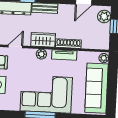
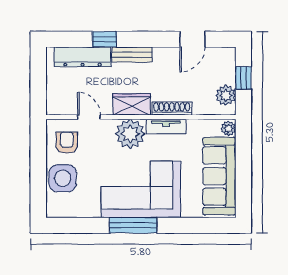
plant: (104, 16) -> (226, 95), moved
door: (15, 47) -> (89, 117), hinge flipped
plant: (41, 54) -> (130, 134), width x1.88, depth x1.88

